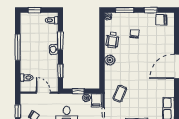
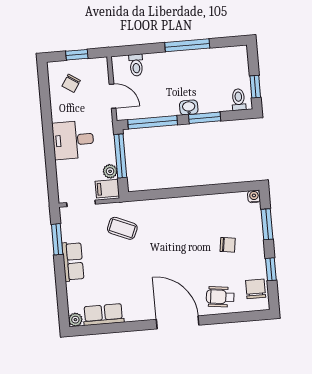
window: (34, 10) -> (255, 87), moved
wheelchair: (112, 40) -> (220, 297), moved
plant: (110, 60) -> (179, 206), removed
window: (60, 71) -> (153, 122), width x2.17
window: (78, 91) -> (120, 156), width x2.17
door: (43, 93) -> (113, 96), hinge flipped

